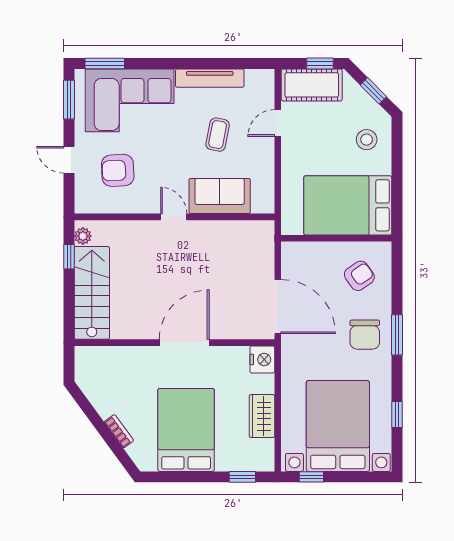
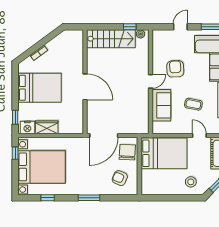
armchair: (118, 170) -> (175, 69), moved
bed: (348, 205) -> (164, 153), moved, turned 90
armchair: (359, 276) -> (120, 178), turned 148
chair: (365, 335) -> (127, 152), moved, turned 93
nightstand: (262, 359) -> (27, 128), moved

